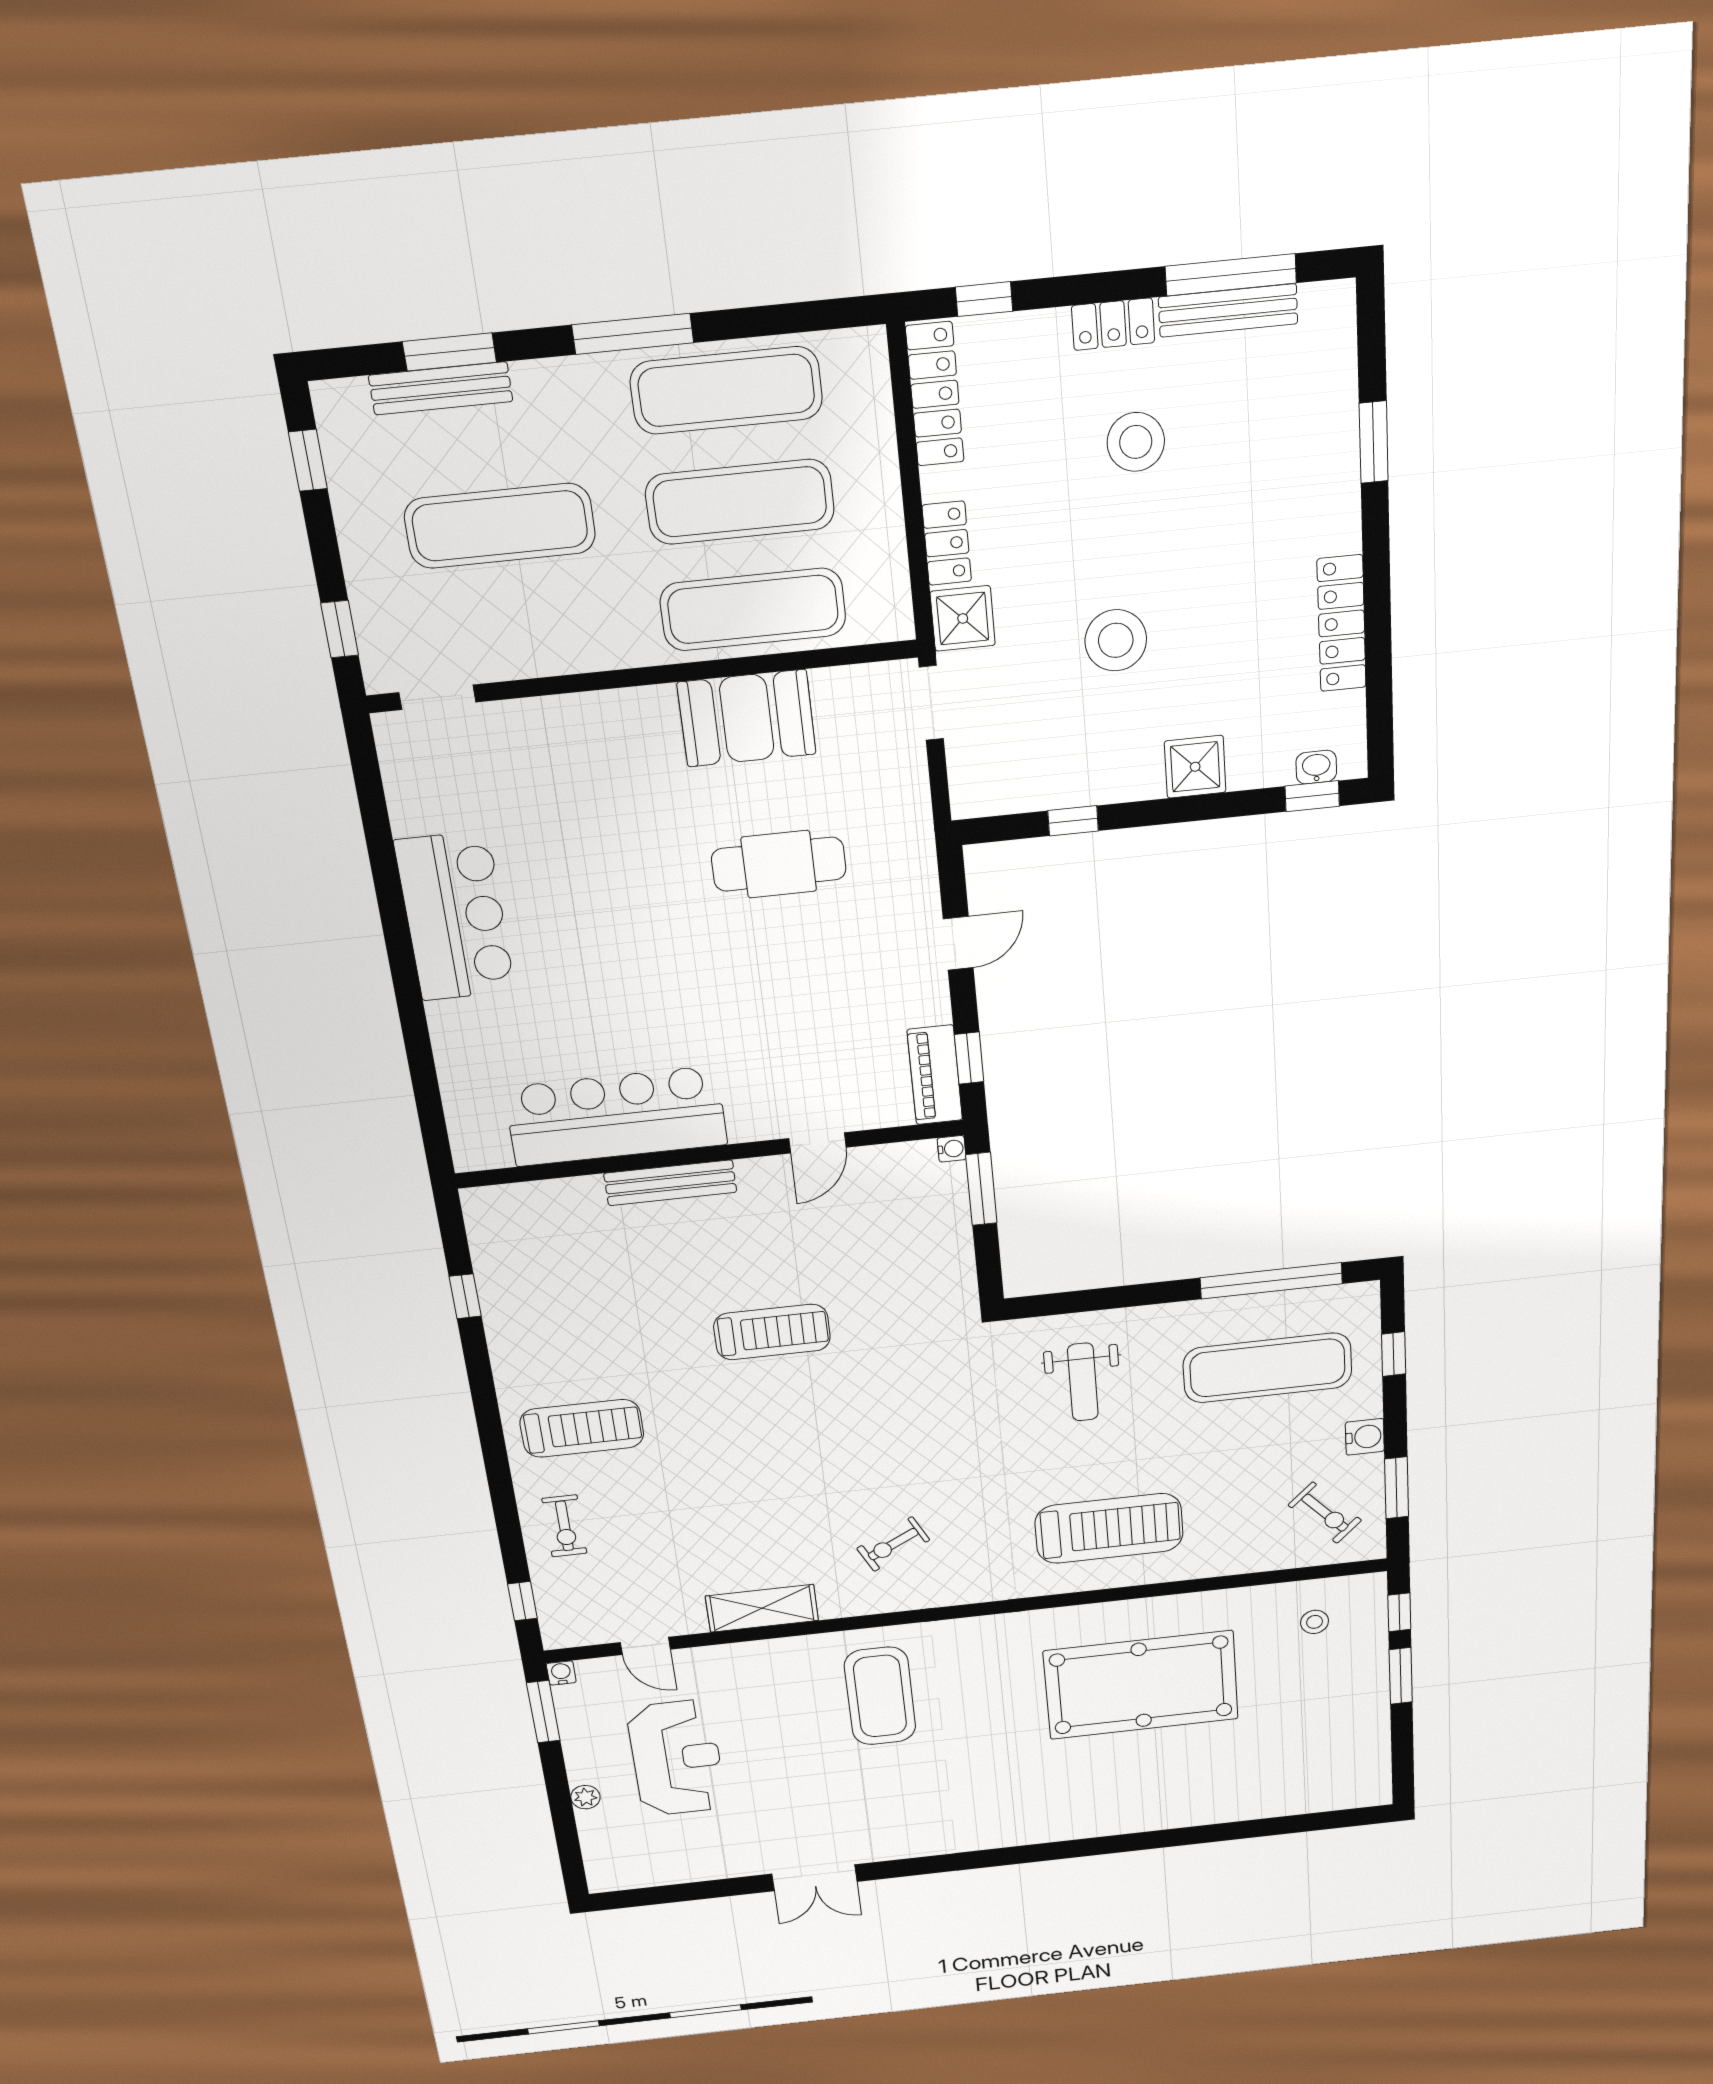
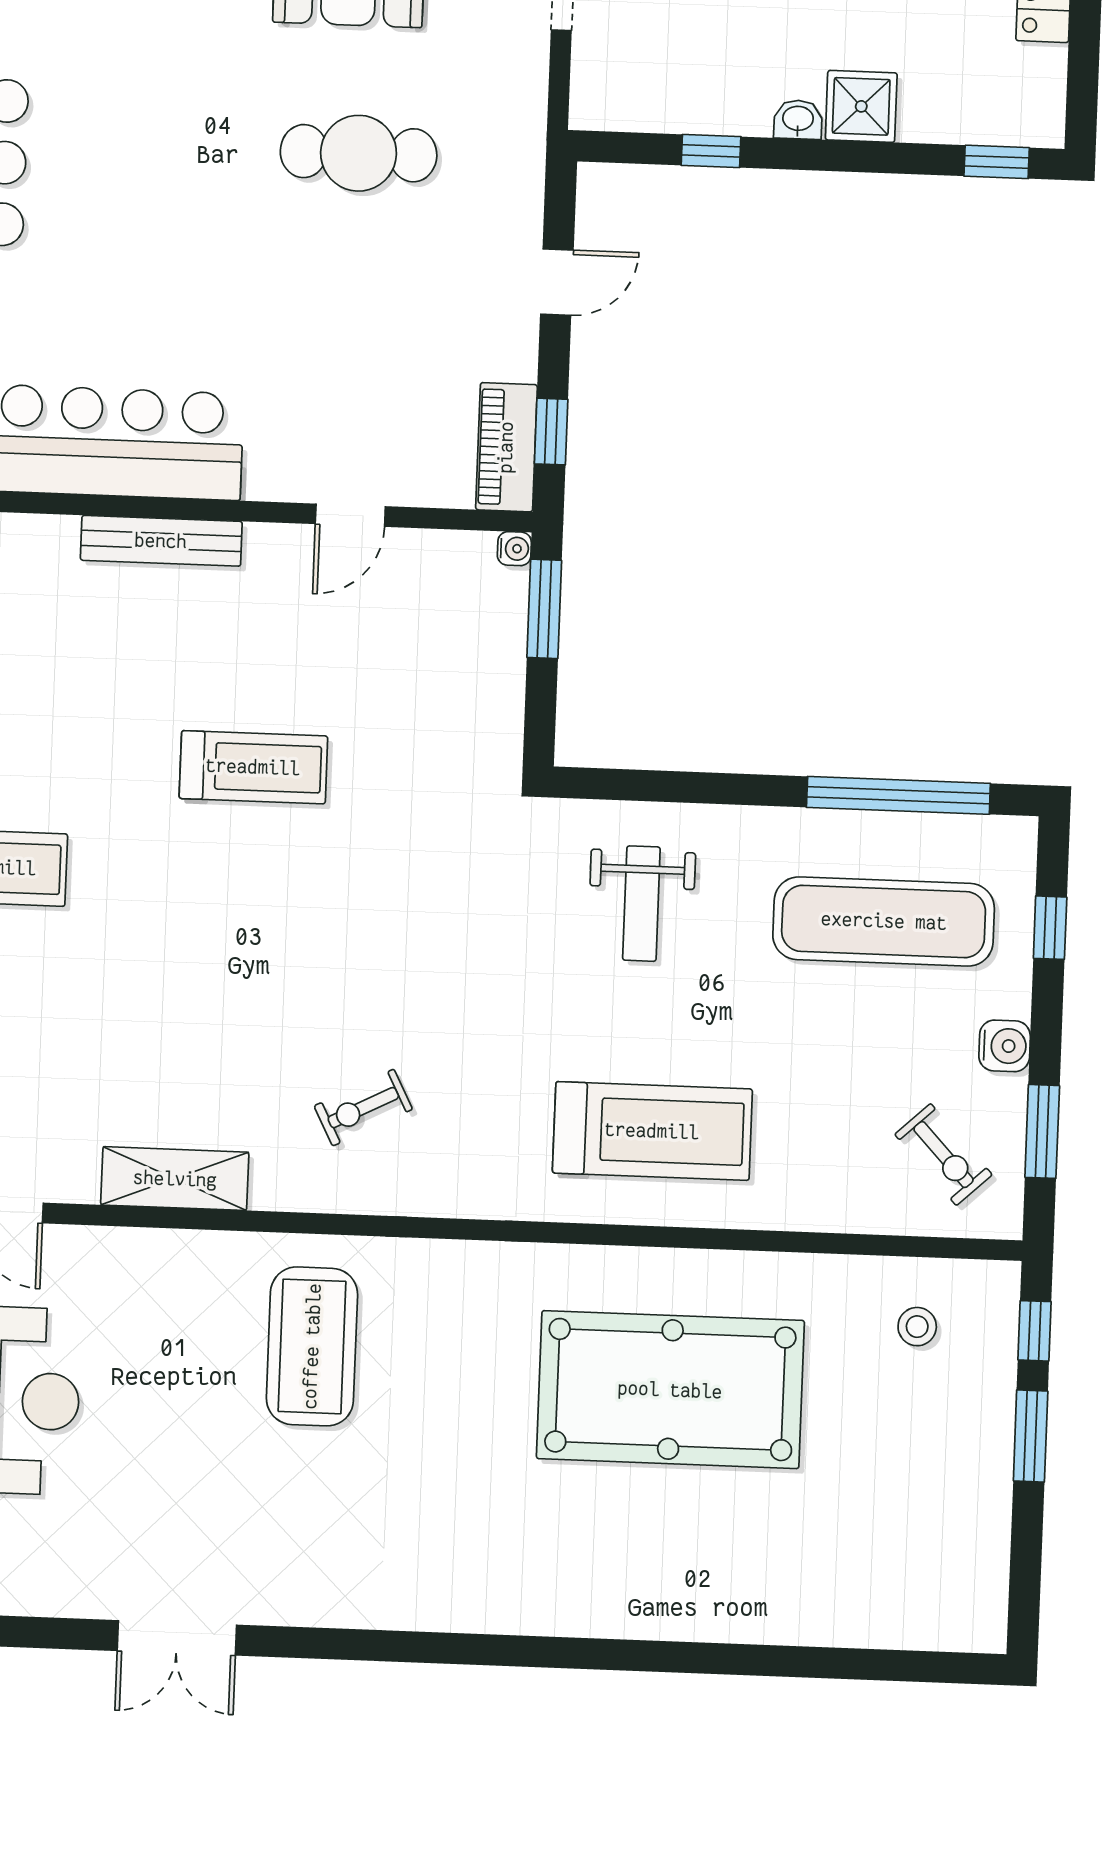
washbasin: (1316, 767) -> (798, 119), moved

